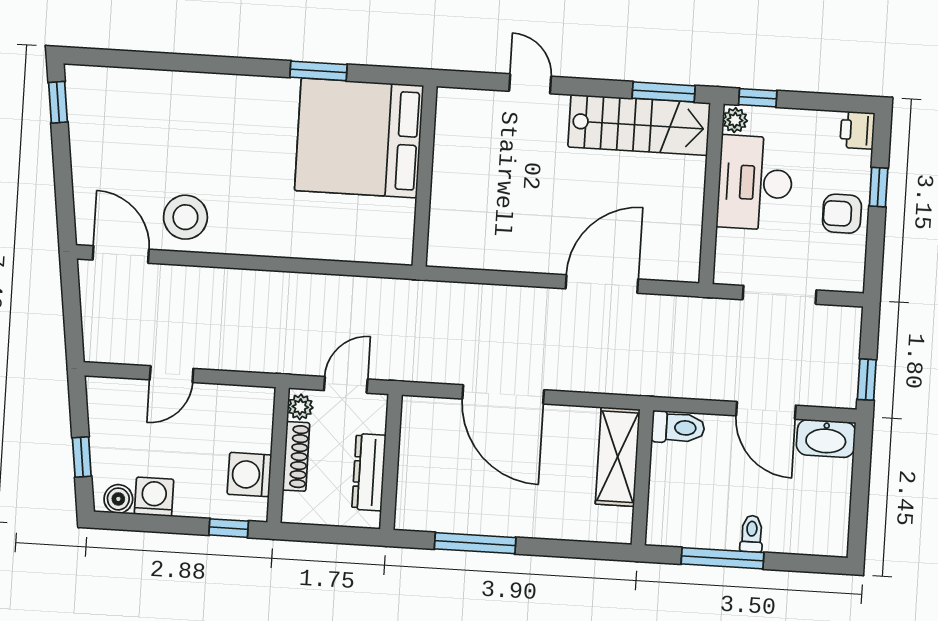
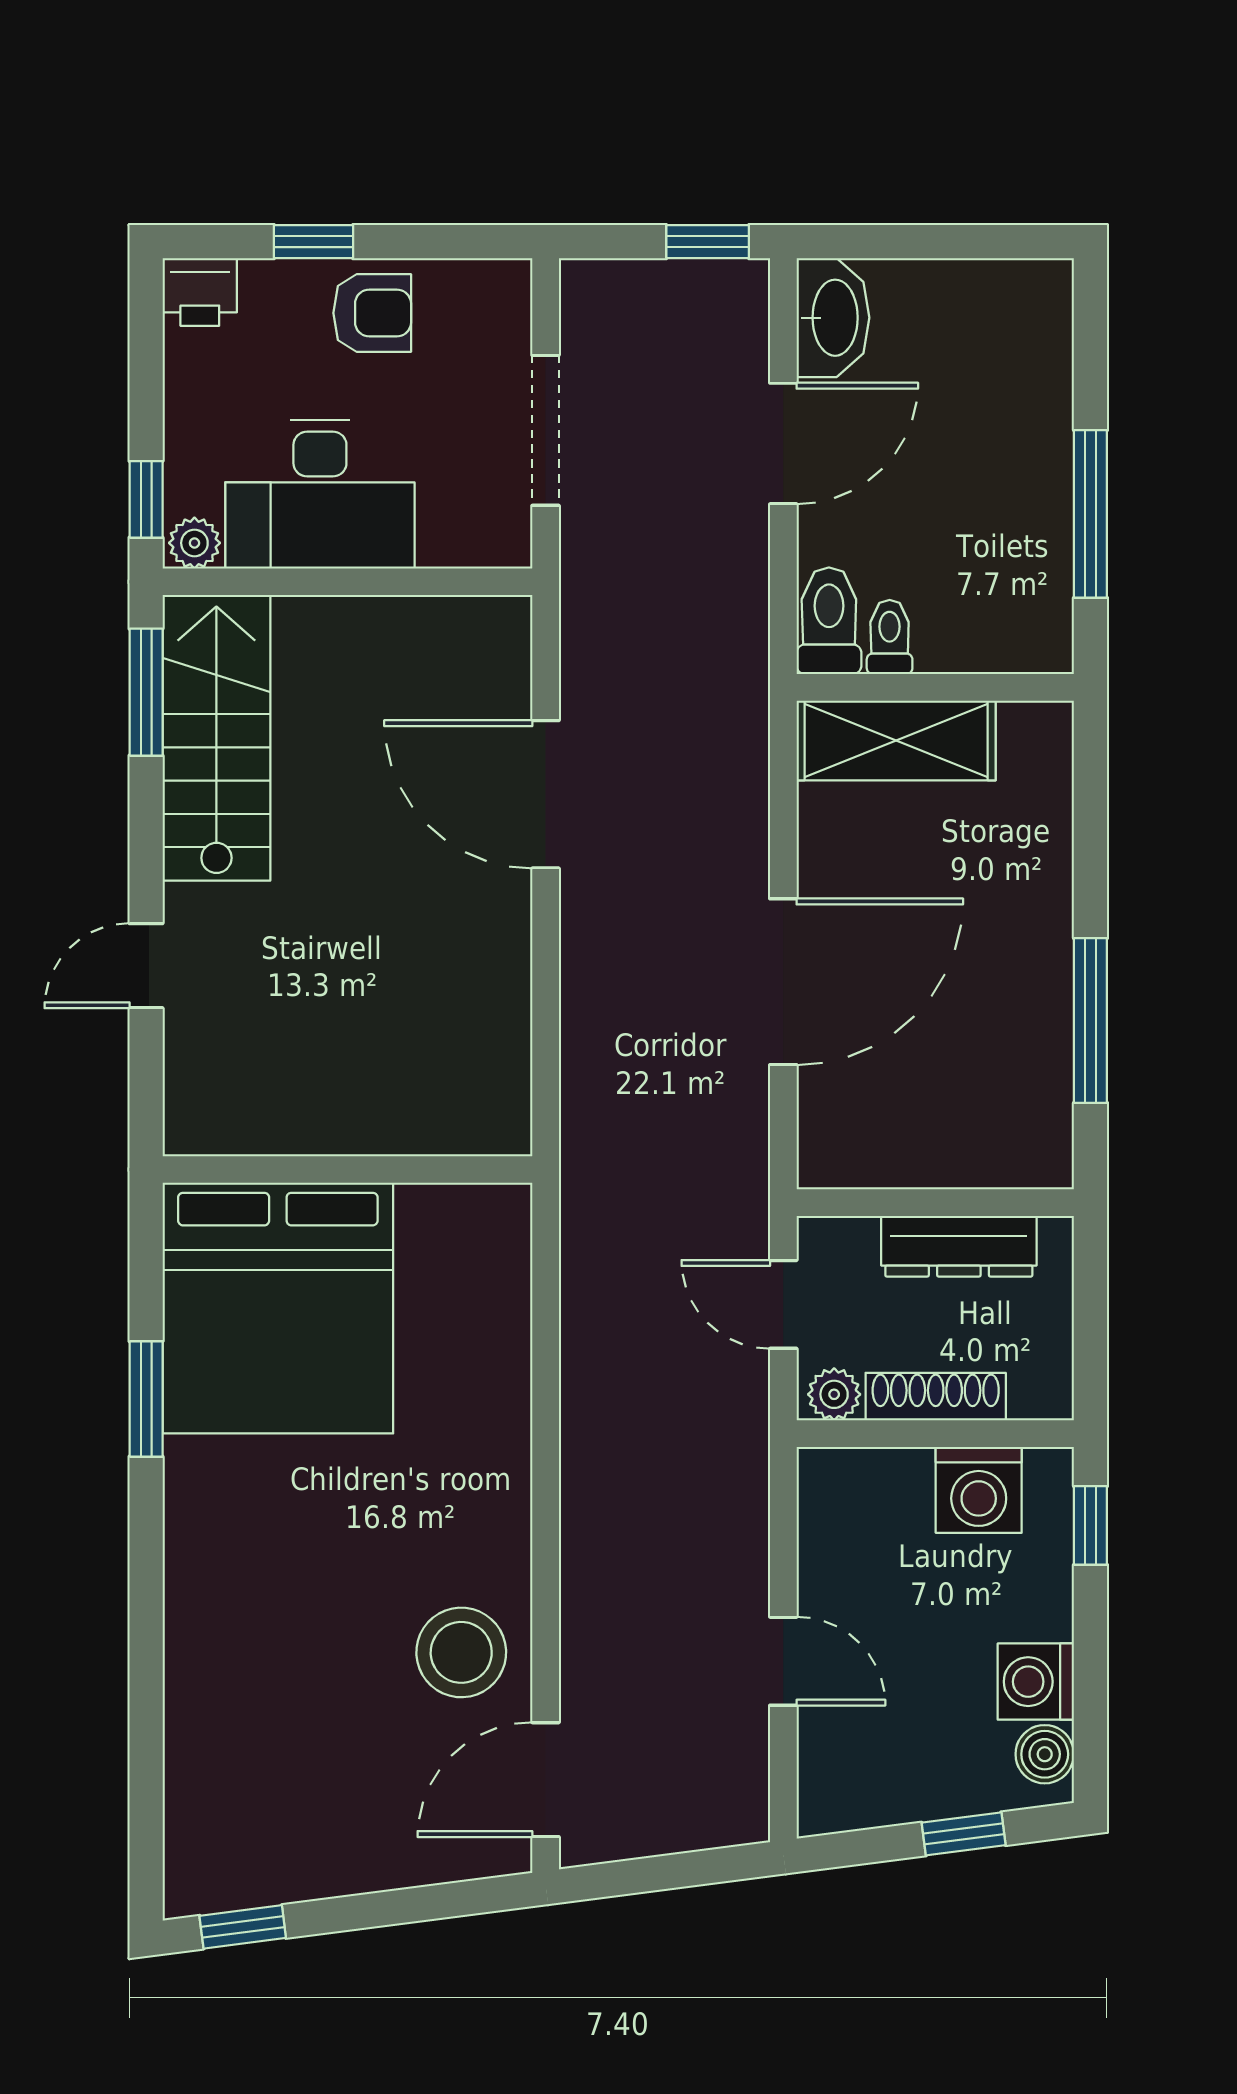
armchair: (842, 214) -> (372, 313), turned -90
toilet: (752, 534) -> (890, 637), moved, turned 90

